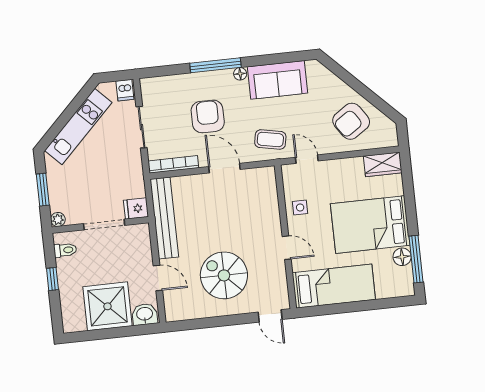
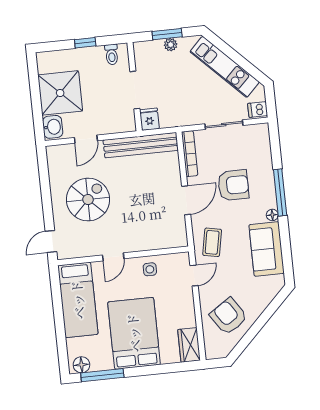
plant: (58, 219) -> (171, 45), moved
floor lamp: (402, 257) -> (81, 365), moved

